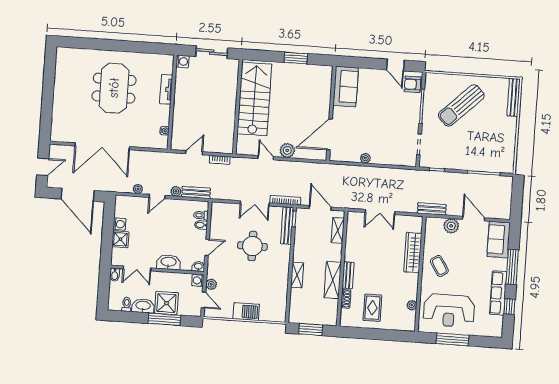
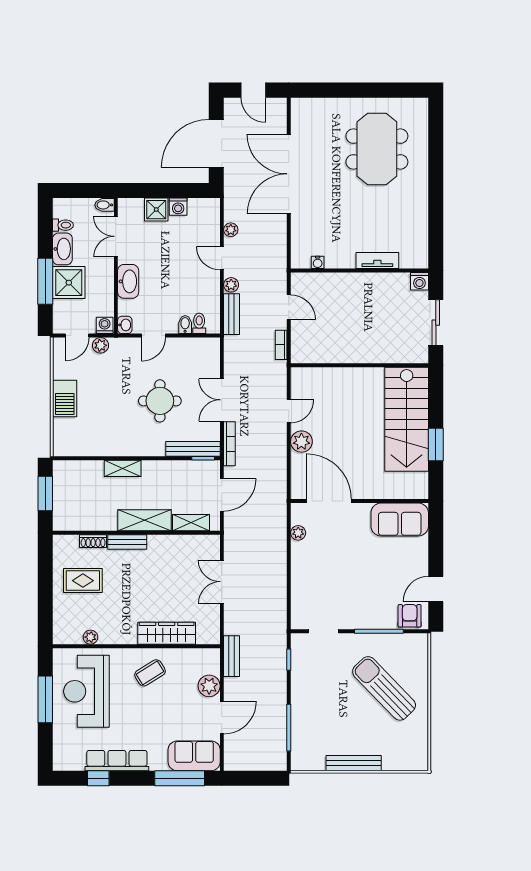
meeting table: (114, 88) -> (377, 149), moved, turned 90
bench: (514, 97) -> (354, 763), moved
stairs: (254, 99) -> (407, 419), moved, turned 90
plant: (365, 158) -> (298, 533), moved
door: (207, 247) -> (153, 336), hinge flipped
window: (512, 267) -> (180, 778), moved
shelving: (333, 280) -> (145, 520), moved

